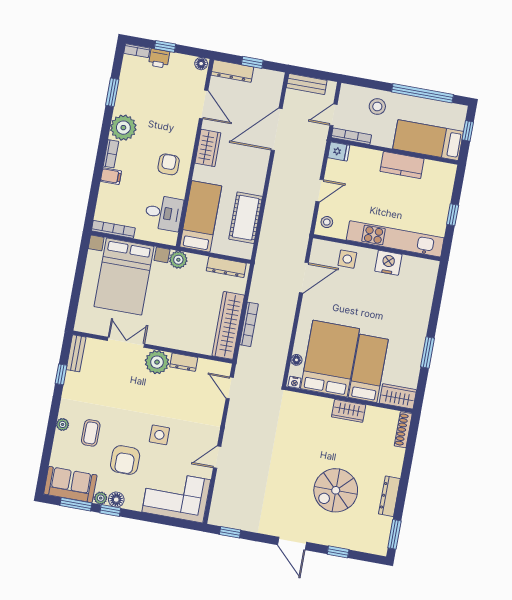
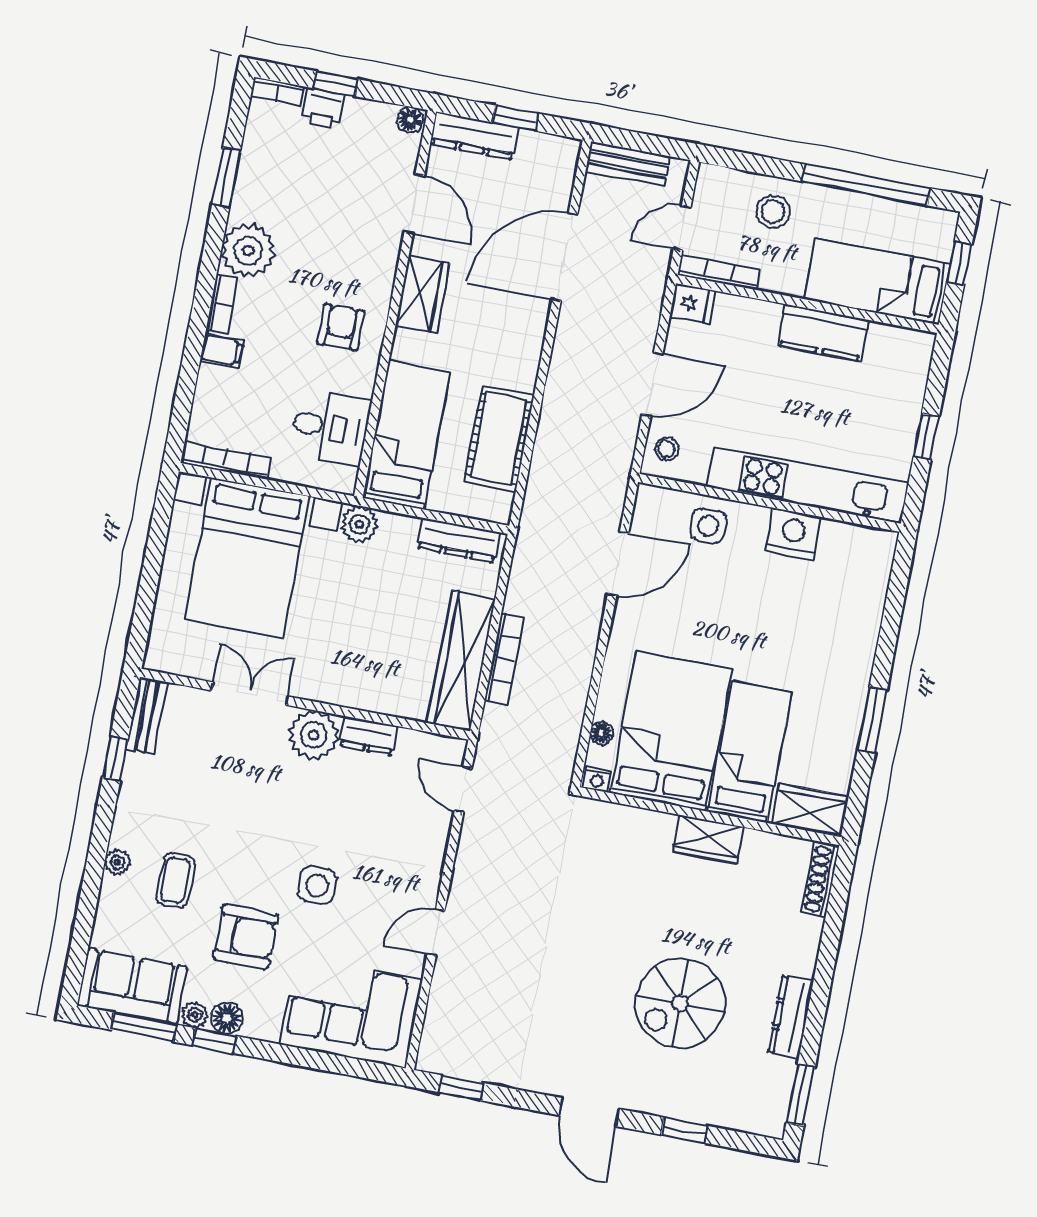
door: (320, 191) -> (652, 384), width x1.38
armchair: (125, 460) -> (246, 937), turned -90

